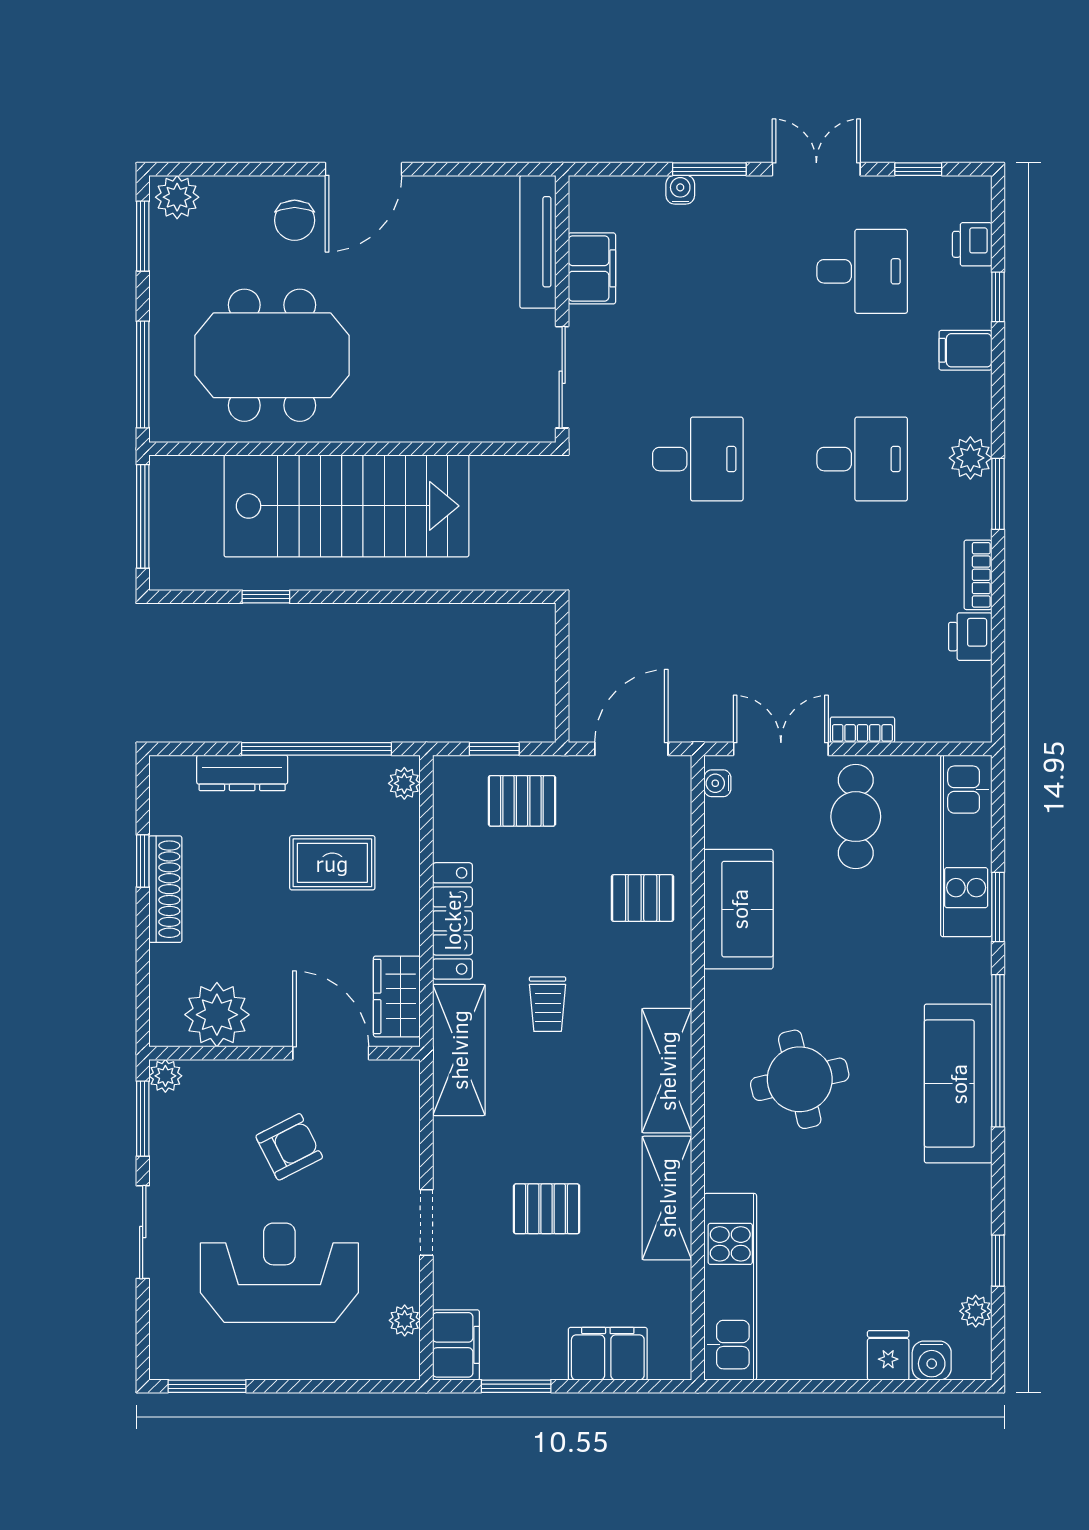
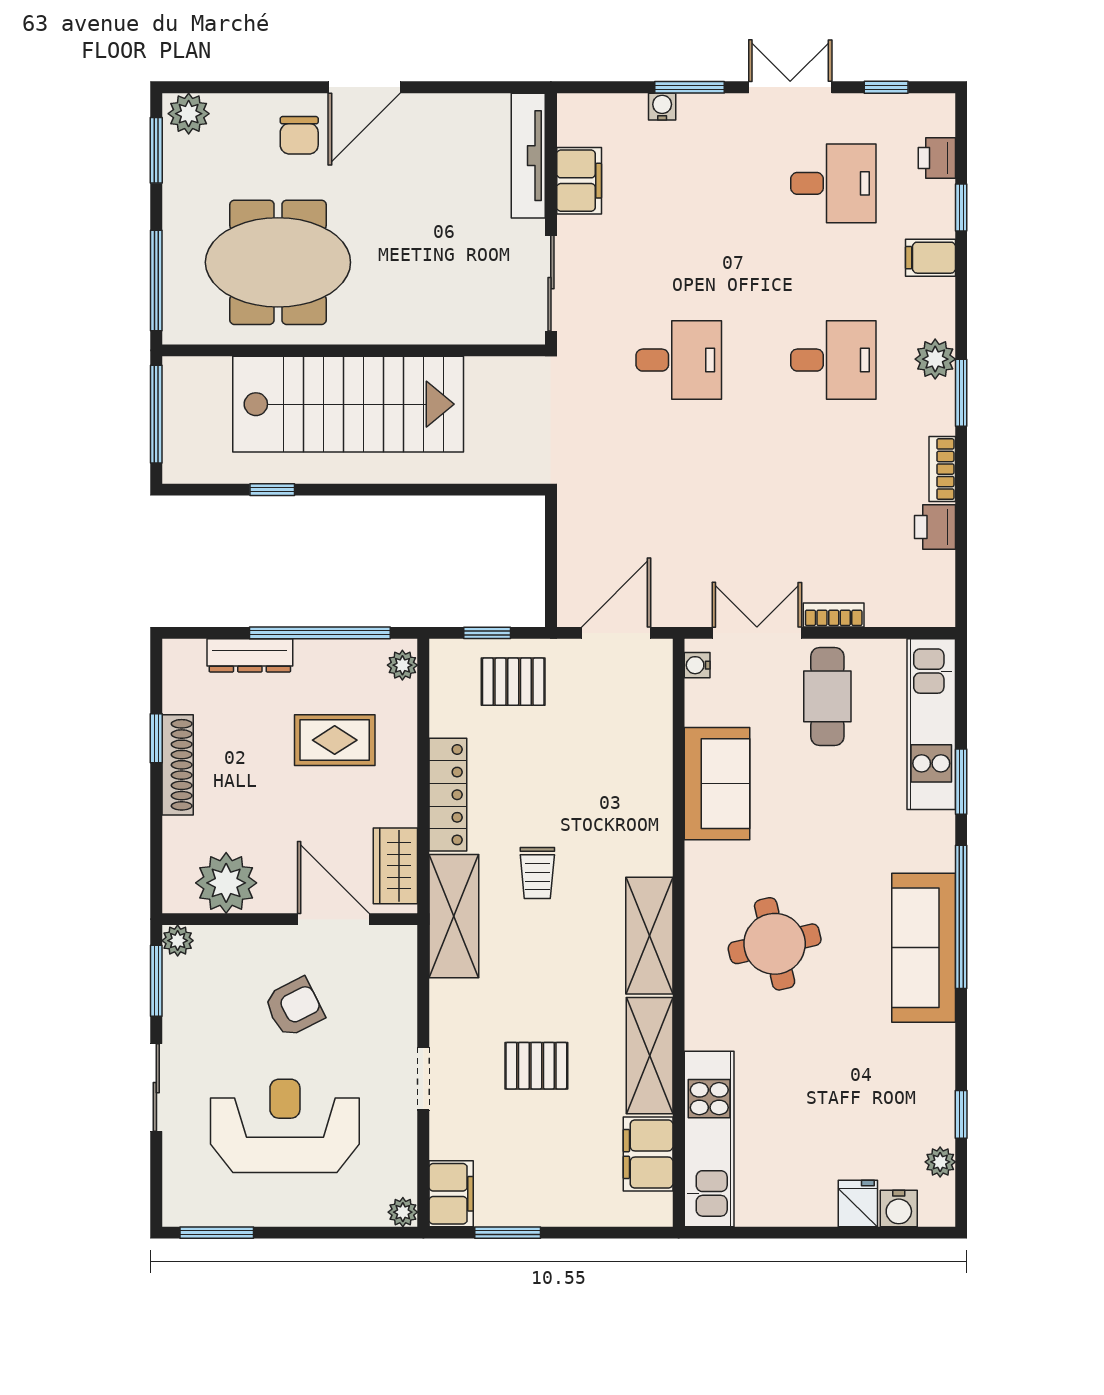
pallet: (642, 898) -> (627, 773), removed
plant: (405, 1320) -> (403, 1212), moved
filing cabinet: (608, 1354) -> (648, 1154), moved, turned -90

